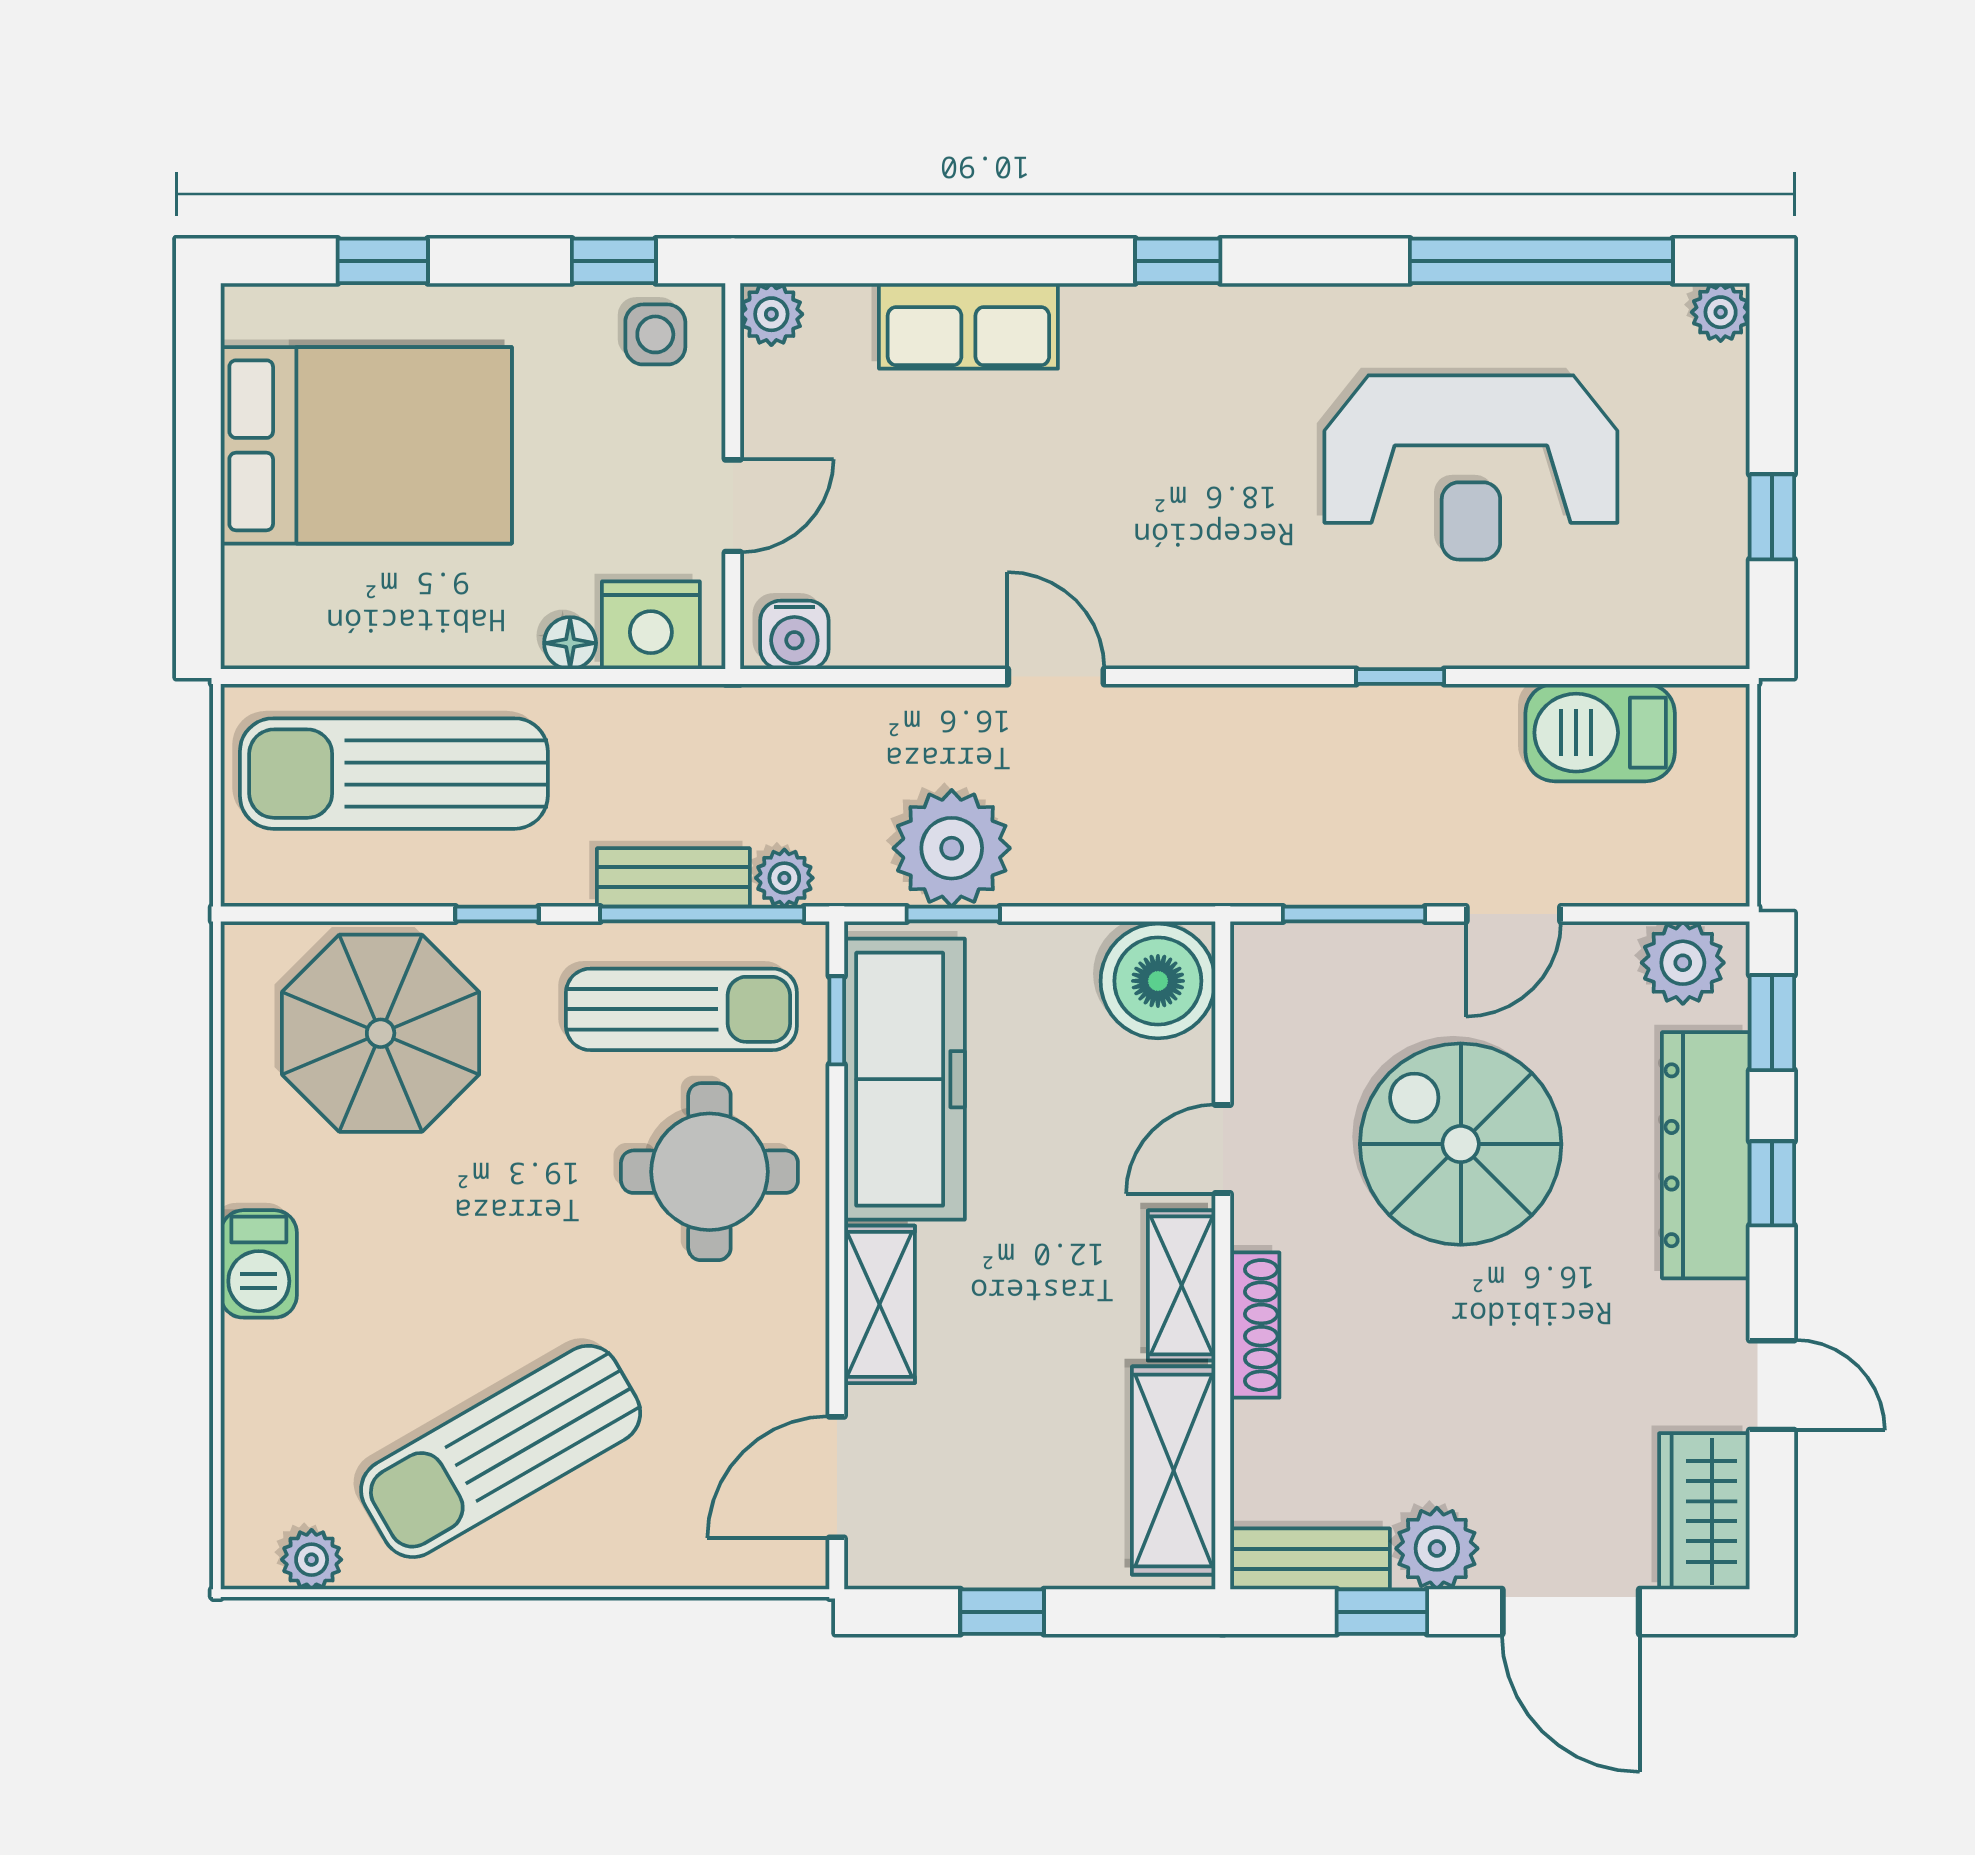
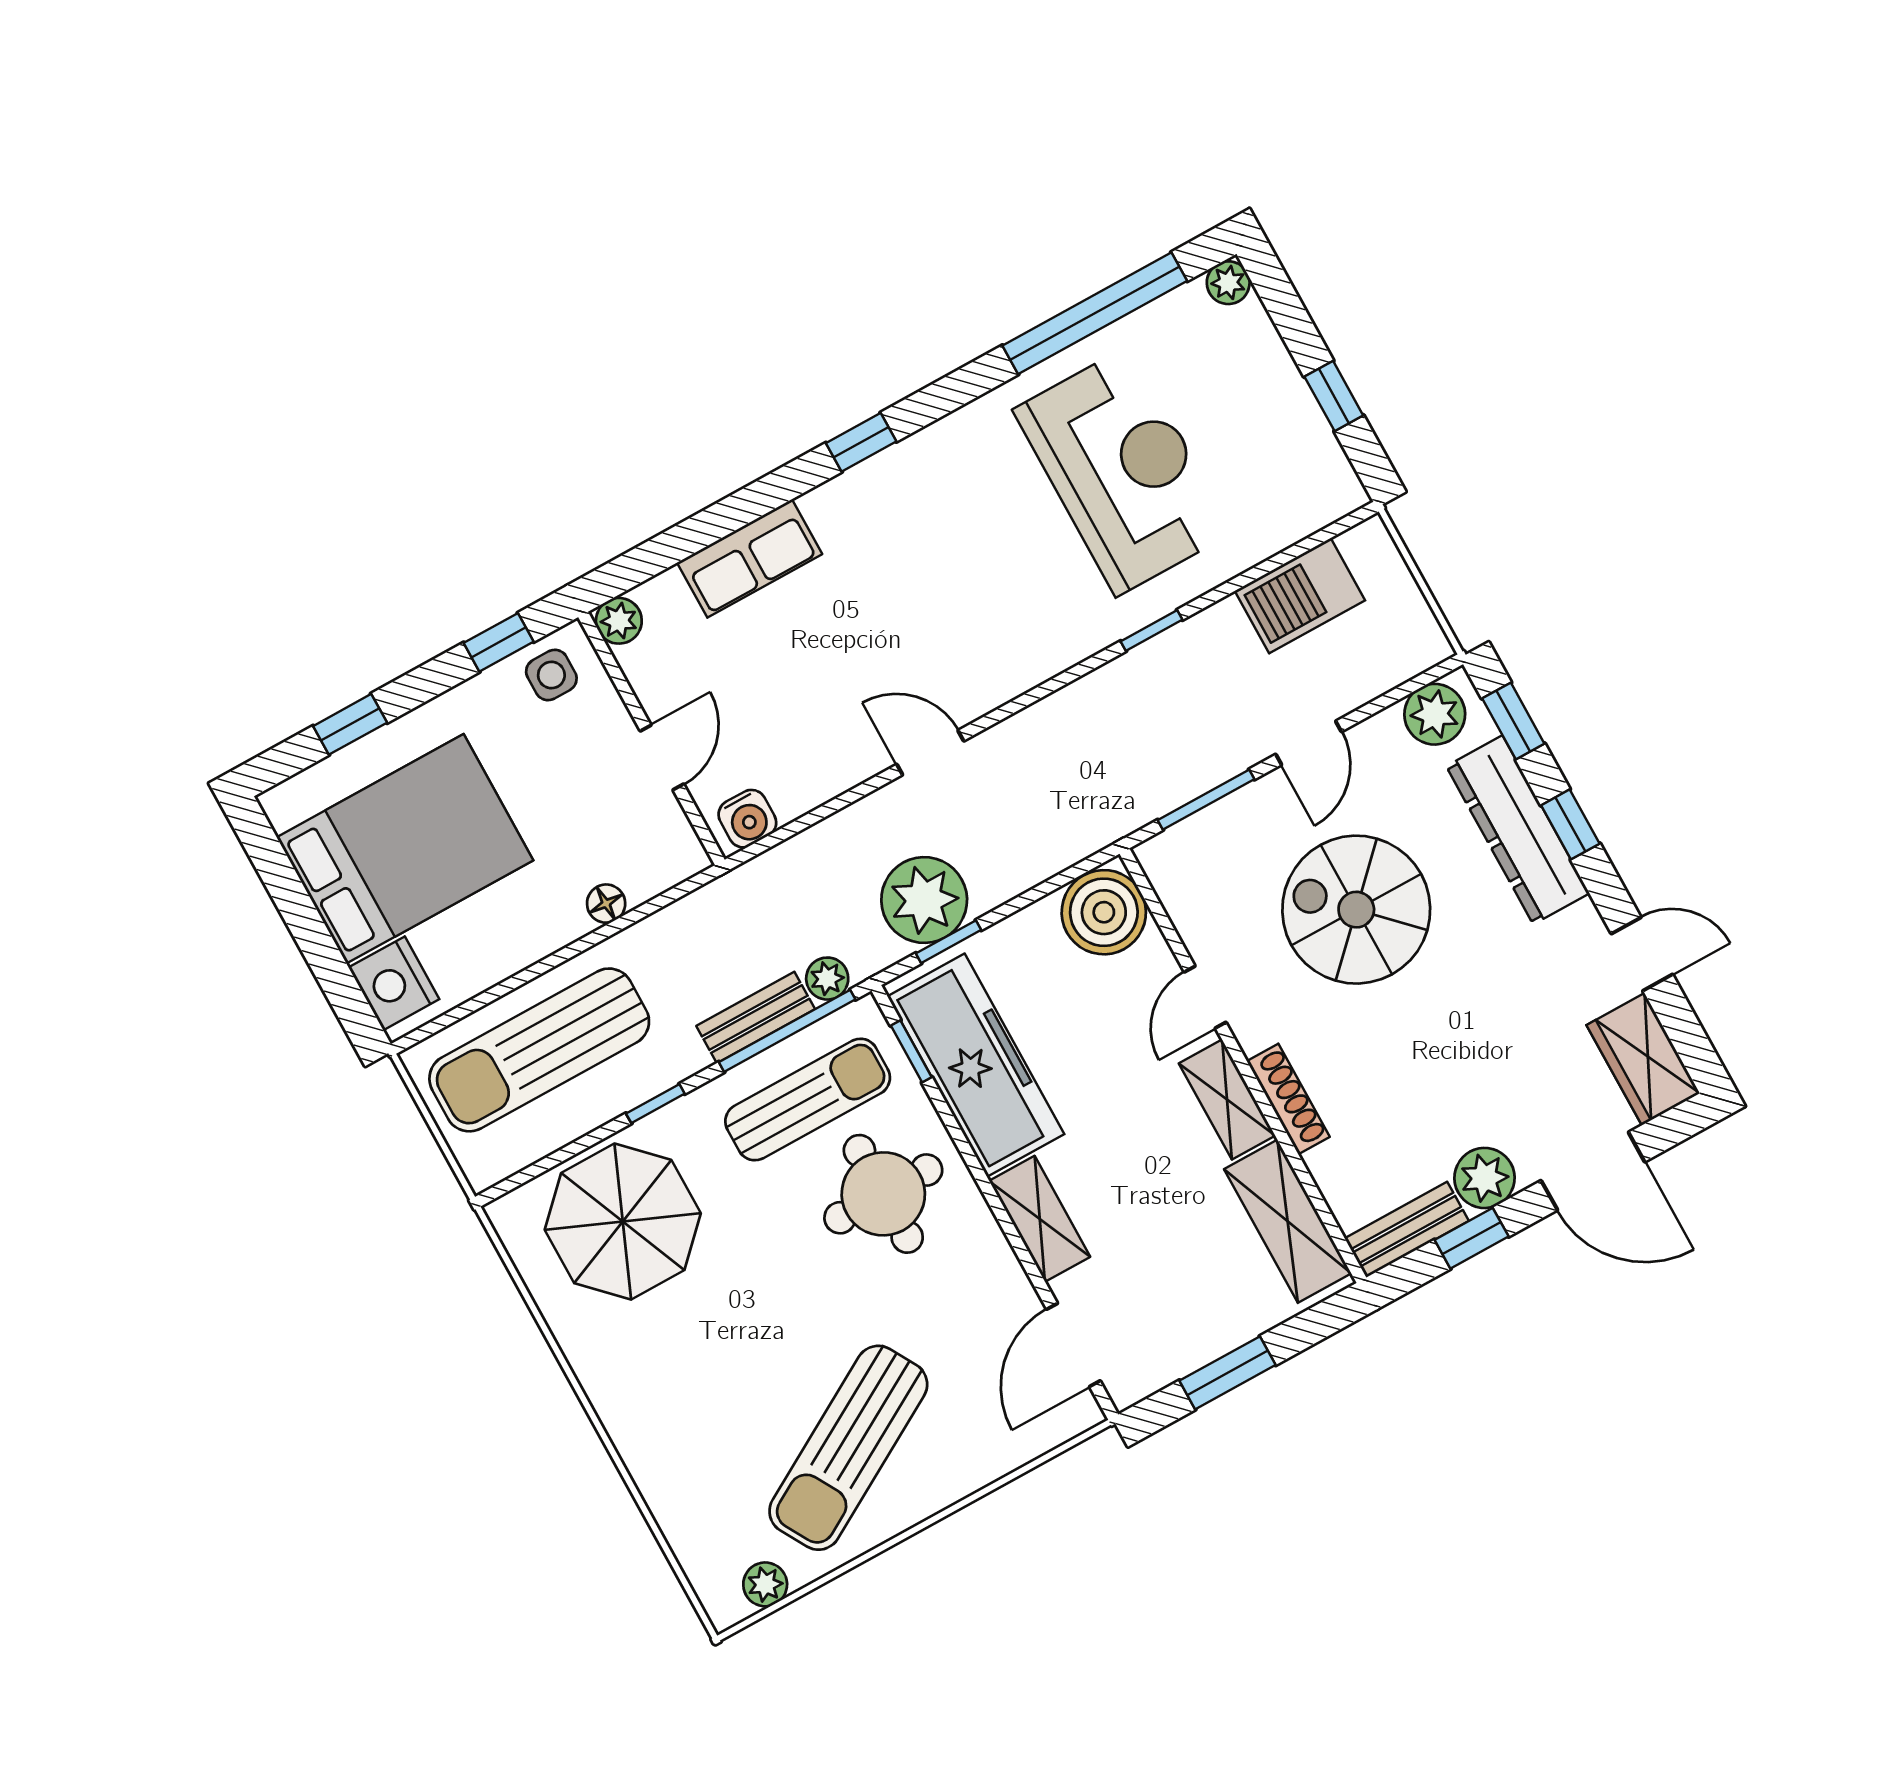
reception desk: (1471, 468) -> (1123, 471), turned -90
nightstand: (651, 625) -> (394, 983), moved, turned 90
barbecue: (259, 1264) -> (626, 1413), removed
window: (1002, 1612) -> (1227, 1373), width x1.50

